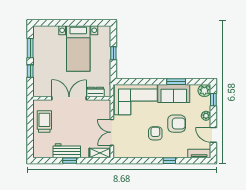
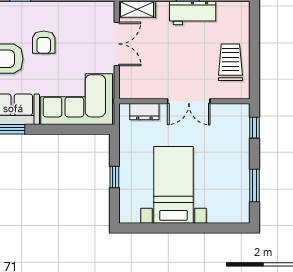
window: (30, 71) -> (254, 128), moved
double door: (69, 98) -> (189, 101), width x0.73
trolley: (44, 121) -> (230, 62), turned 180

